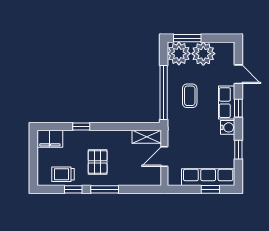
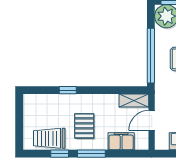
filing cabinet: (50, 139) -> (121, 141), moved, turned 180
trolley: (63, 174) -> (49, 138), width x1.36, depth x1.39

